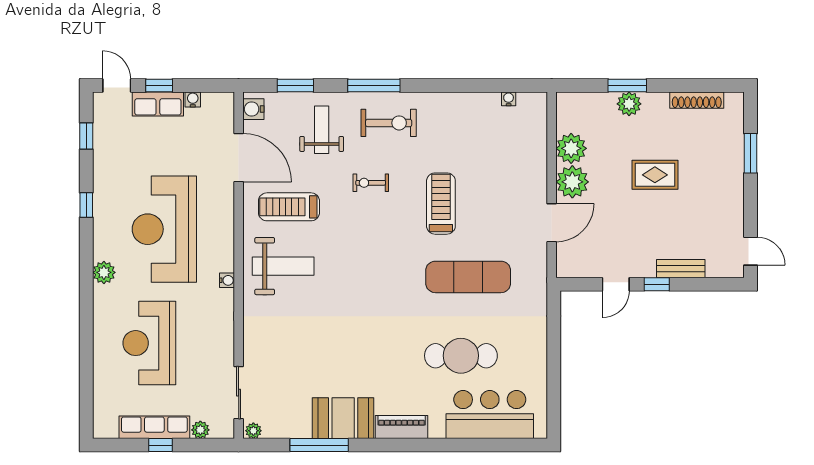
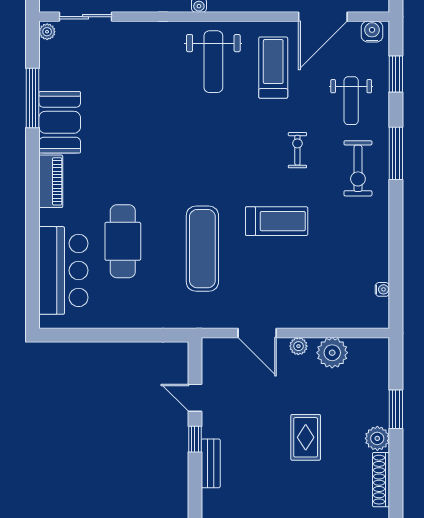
plant: (629, 104) -> (377, 438), moved
weight bench: (322, 130) -> (351, 101), turned 90
plant: (572, 182) -> (298, 346), width x0.53, depth x0.53

